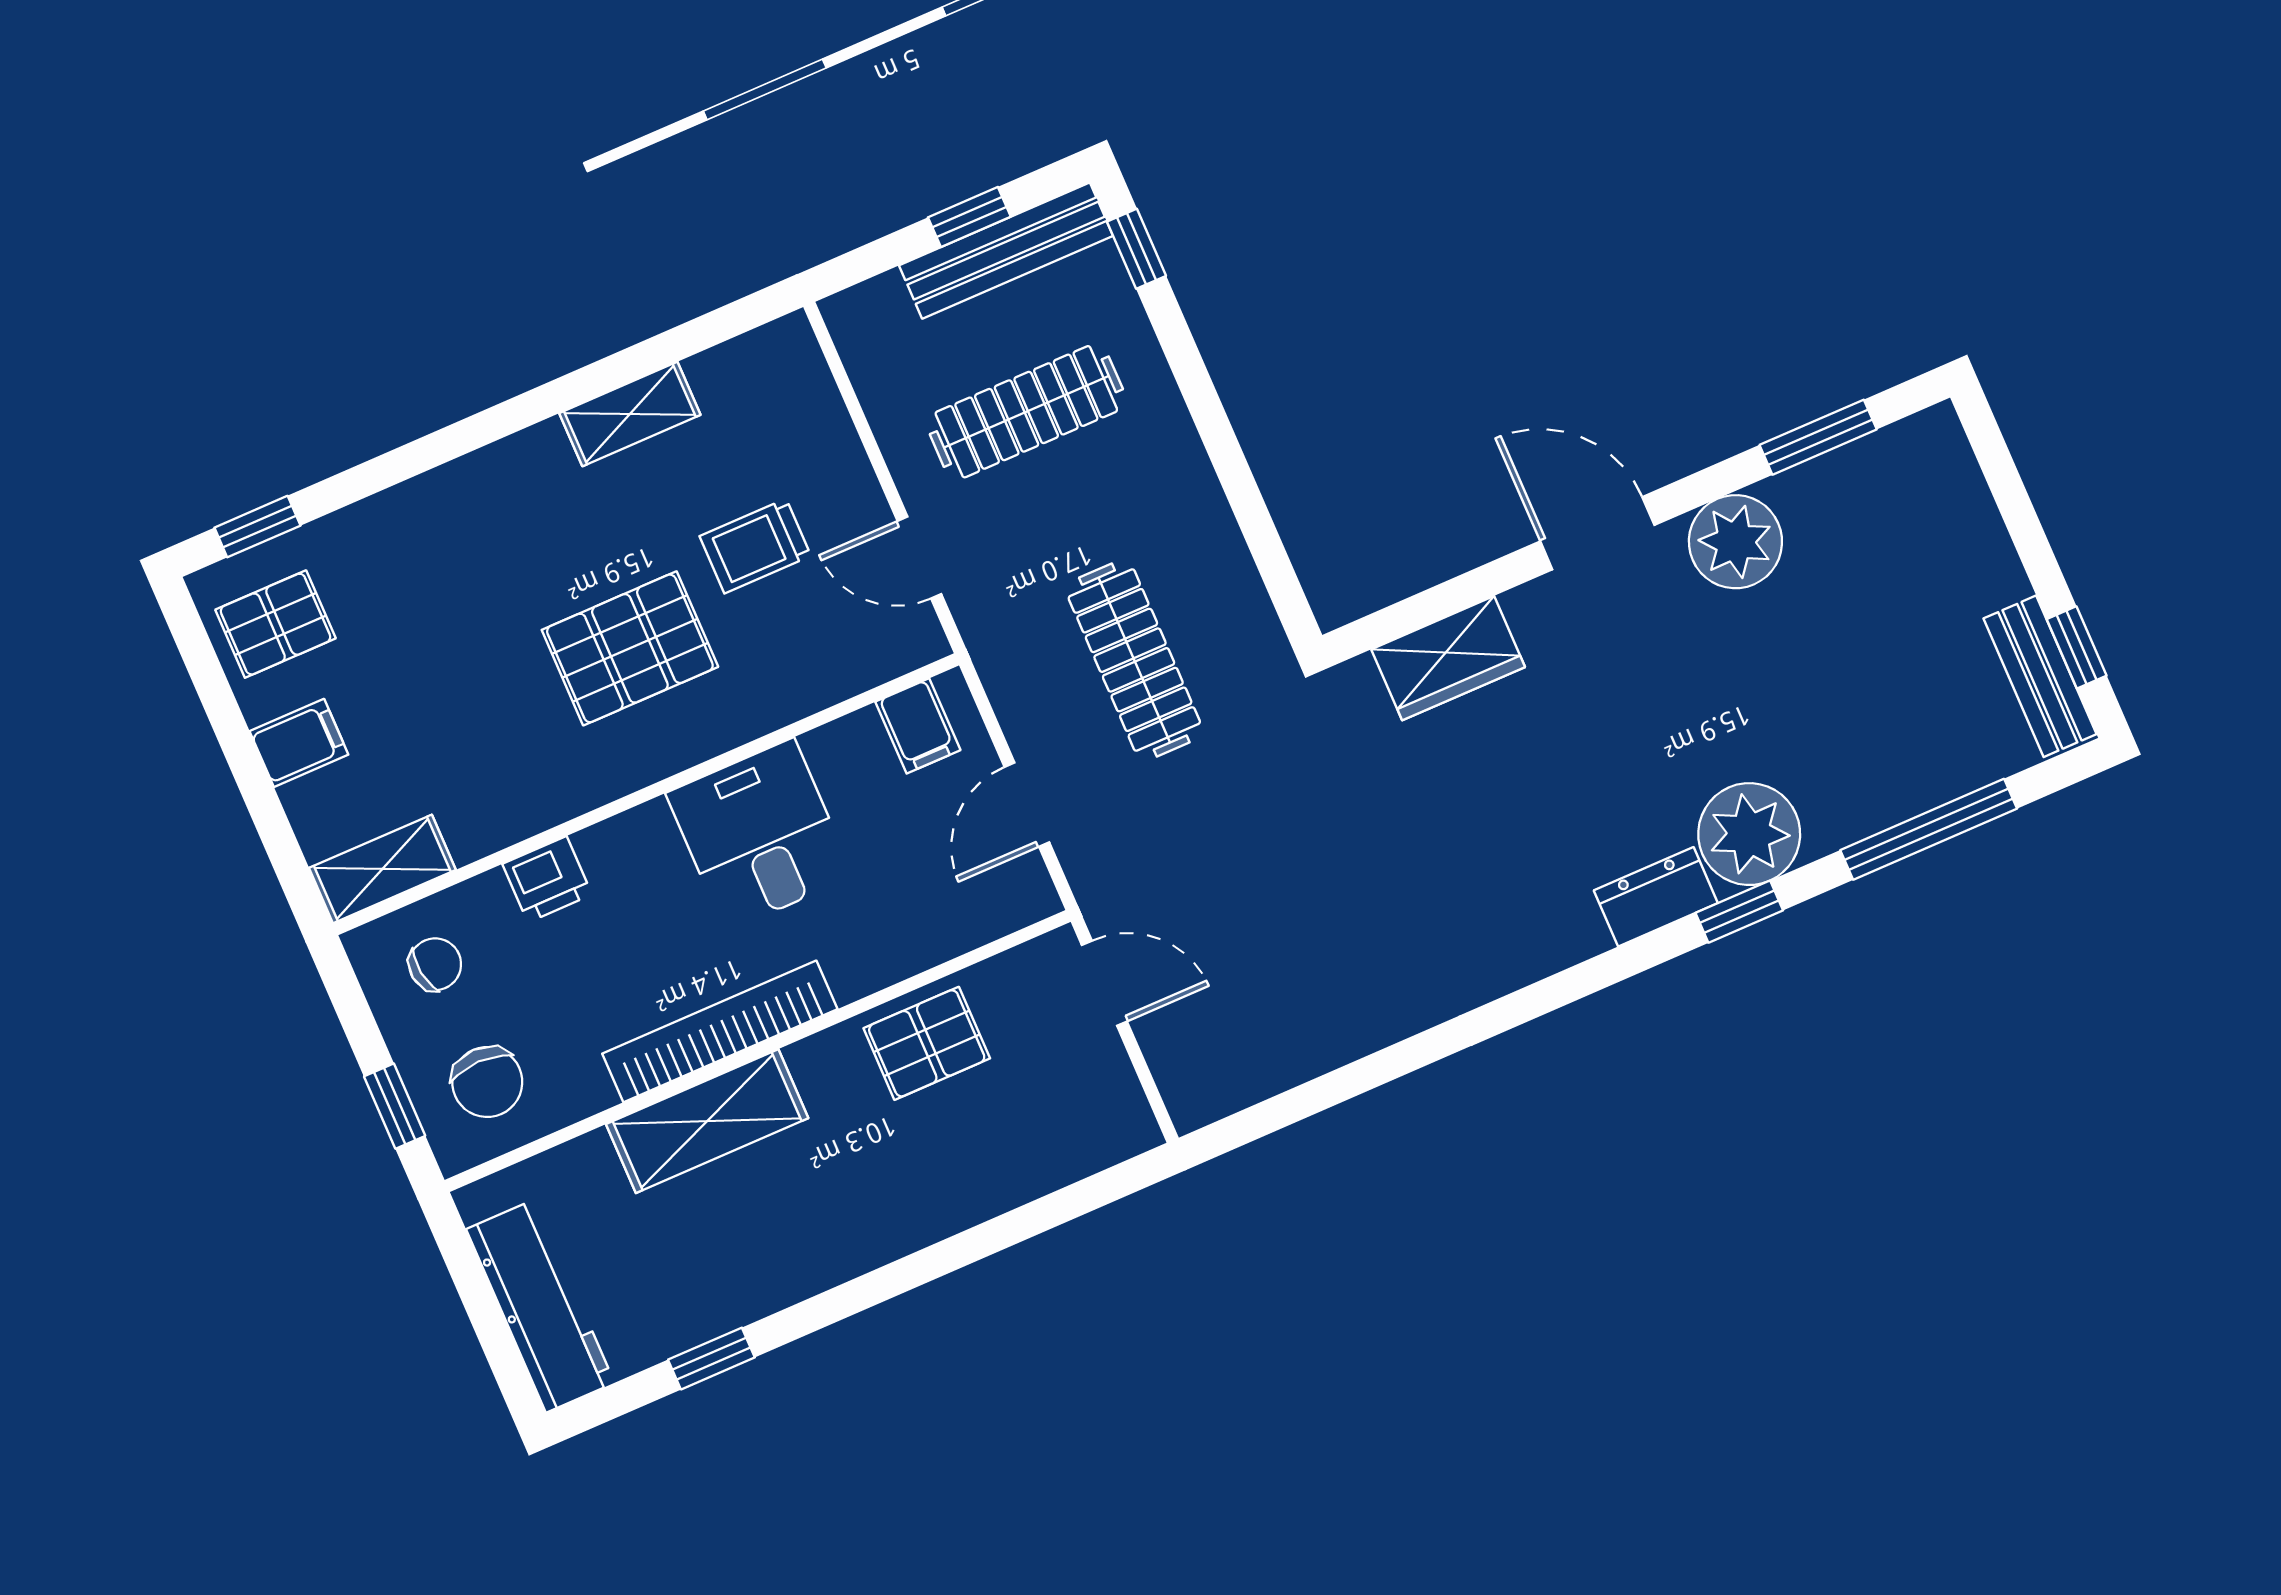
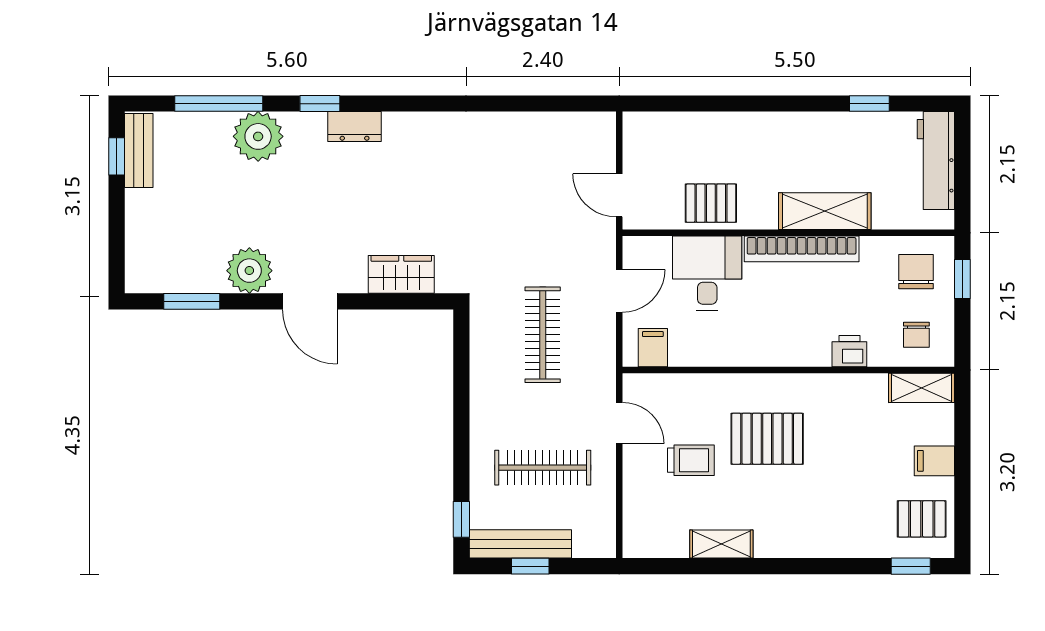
plant: (1749, 834) -> (258, 136), moved
desk: (760, 835) -> (707, 273), moved, turned 180
chair: (435, 964) -> (916, 335), turned -82

